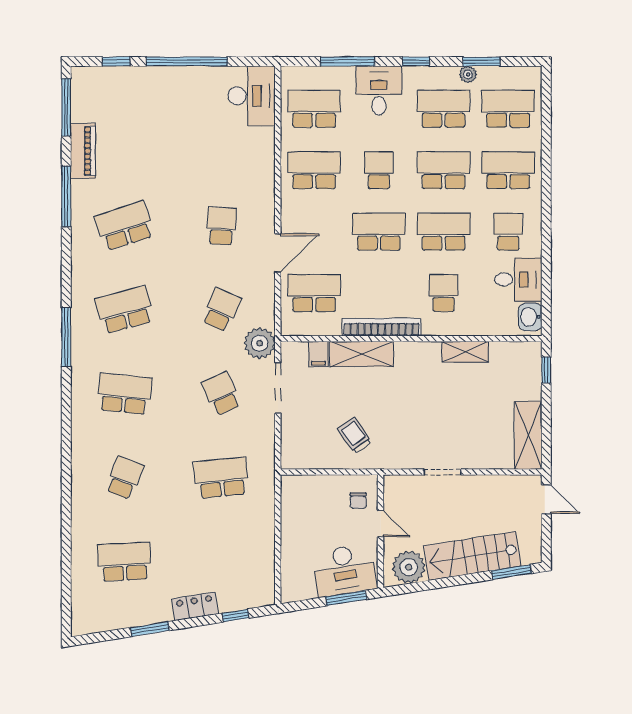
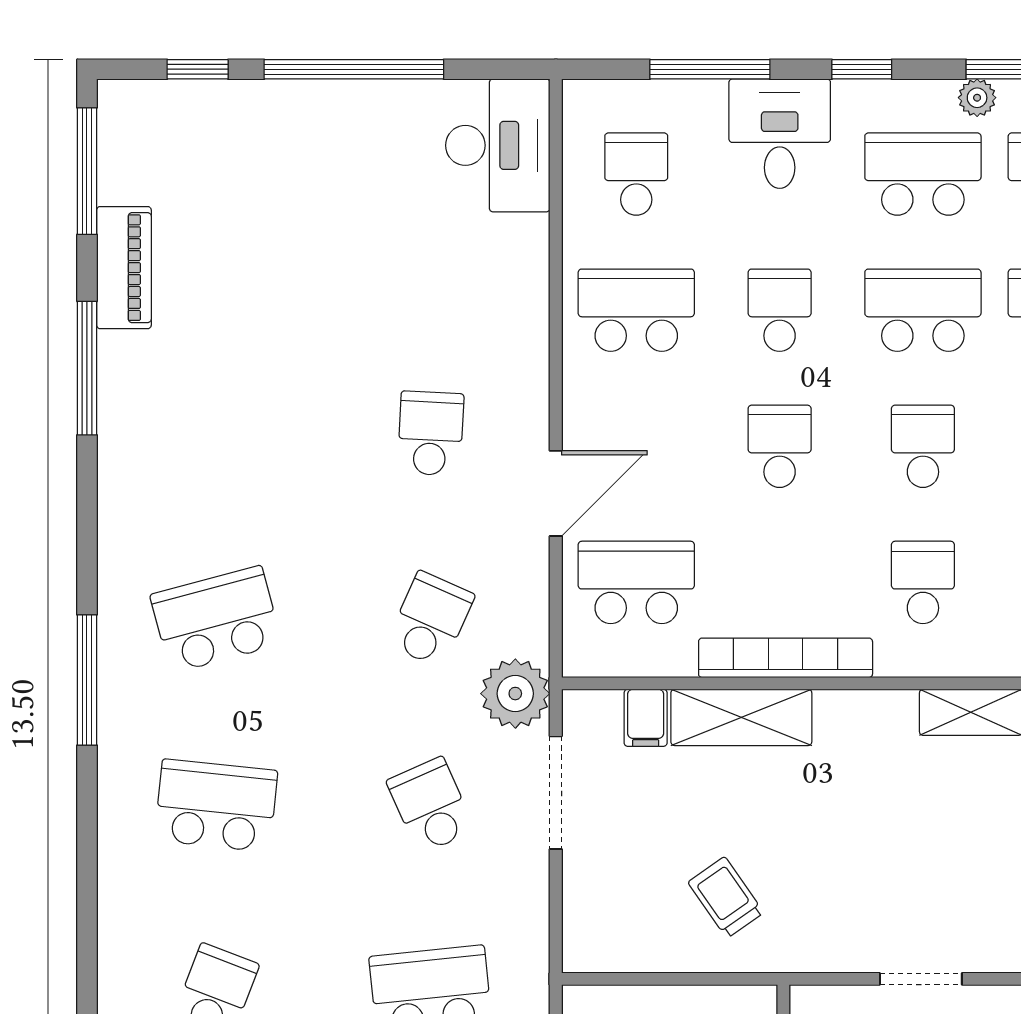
school desk: (314, 109) -> (636, 174), width x0.54
school desk: (124, 226) -> (216, 433), removed
school desk: (379, 232) -> (780, 446), width x0.54
school desk: (444, 232) -> (923, 446), width x0.54

